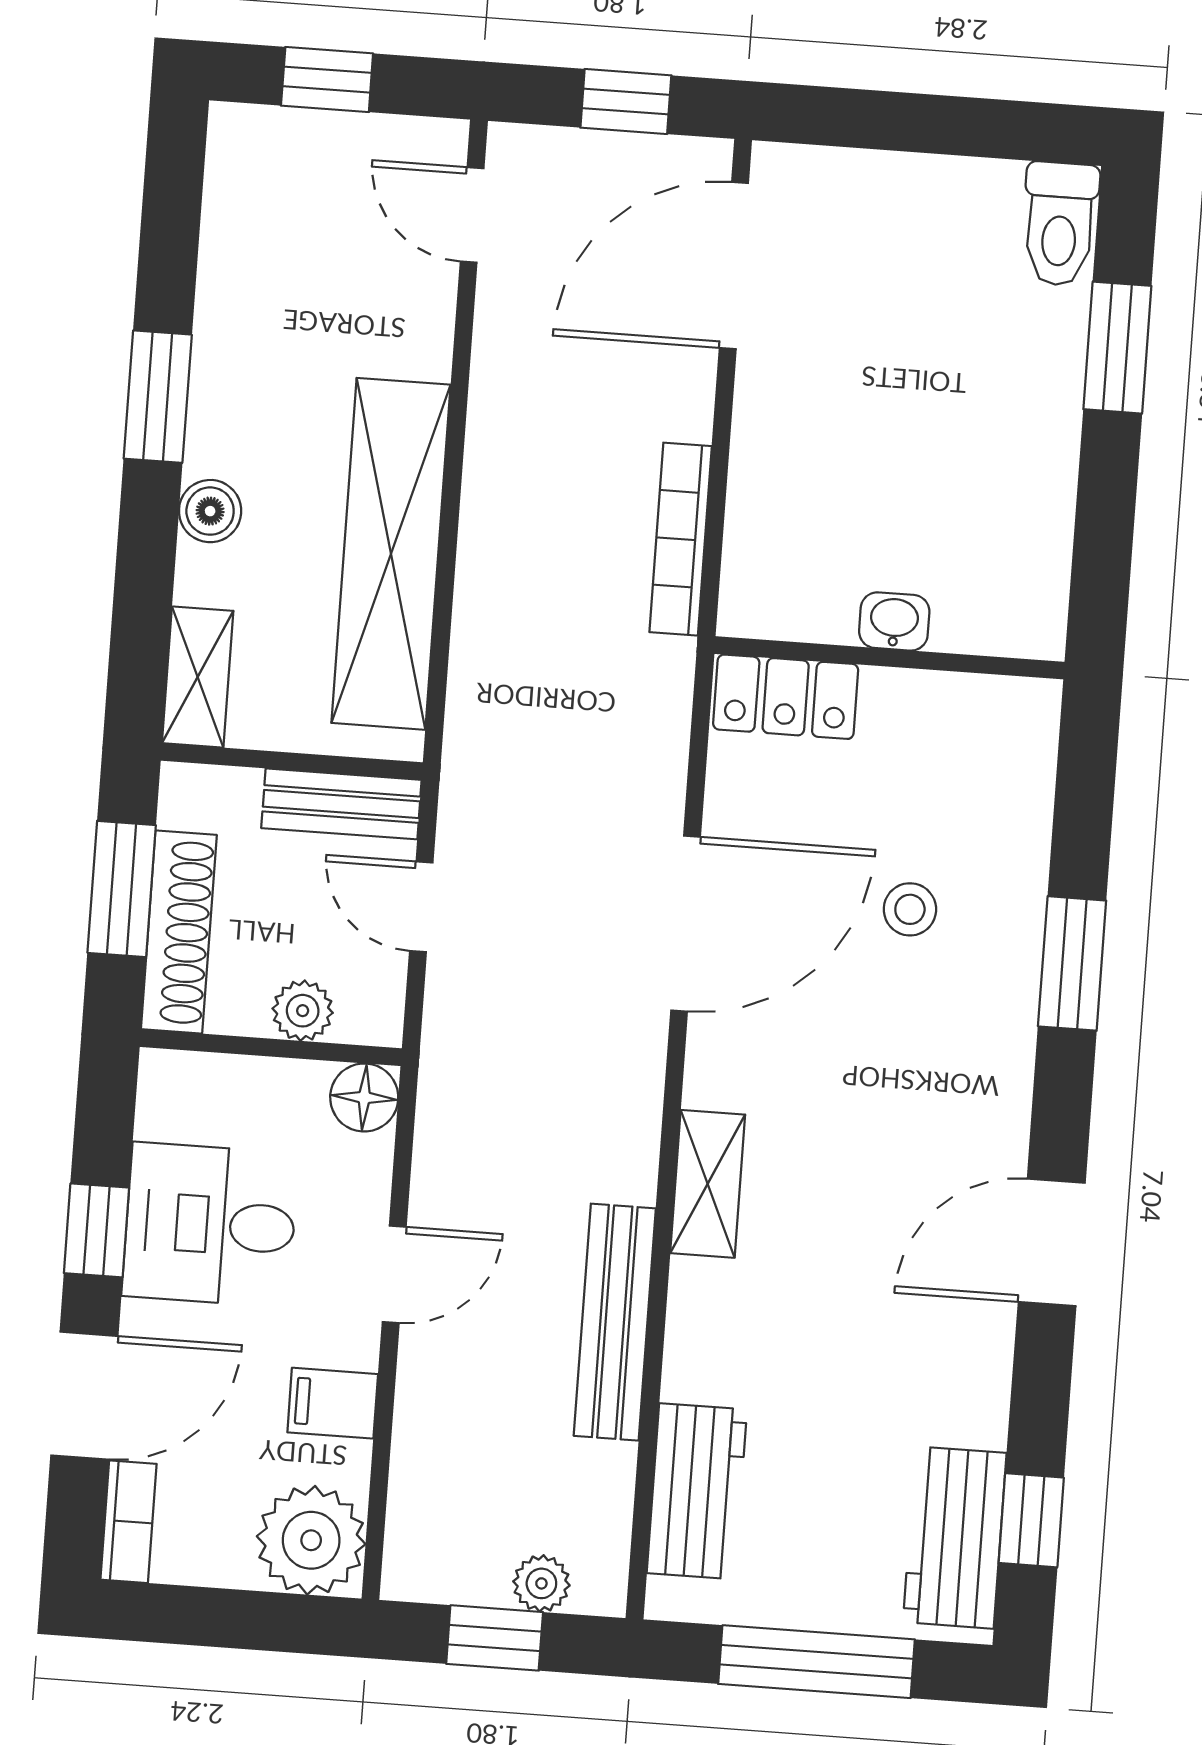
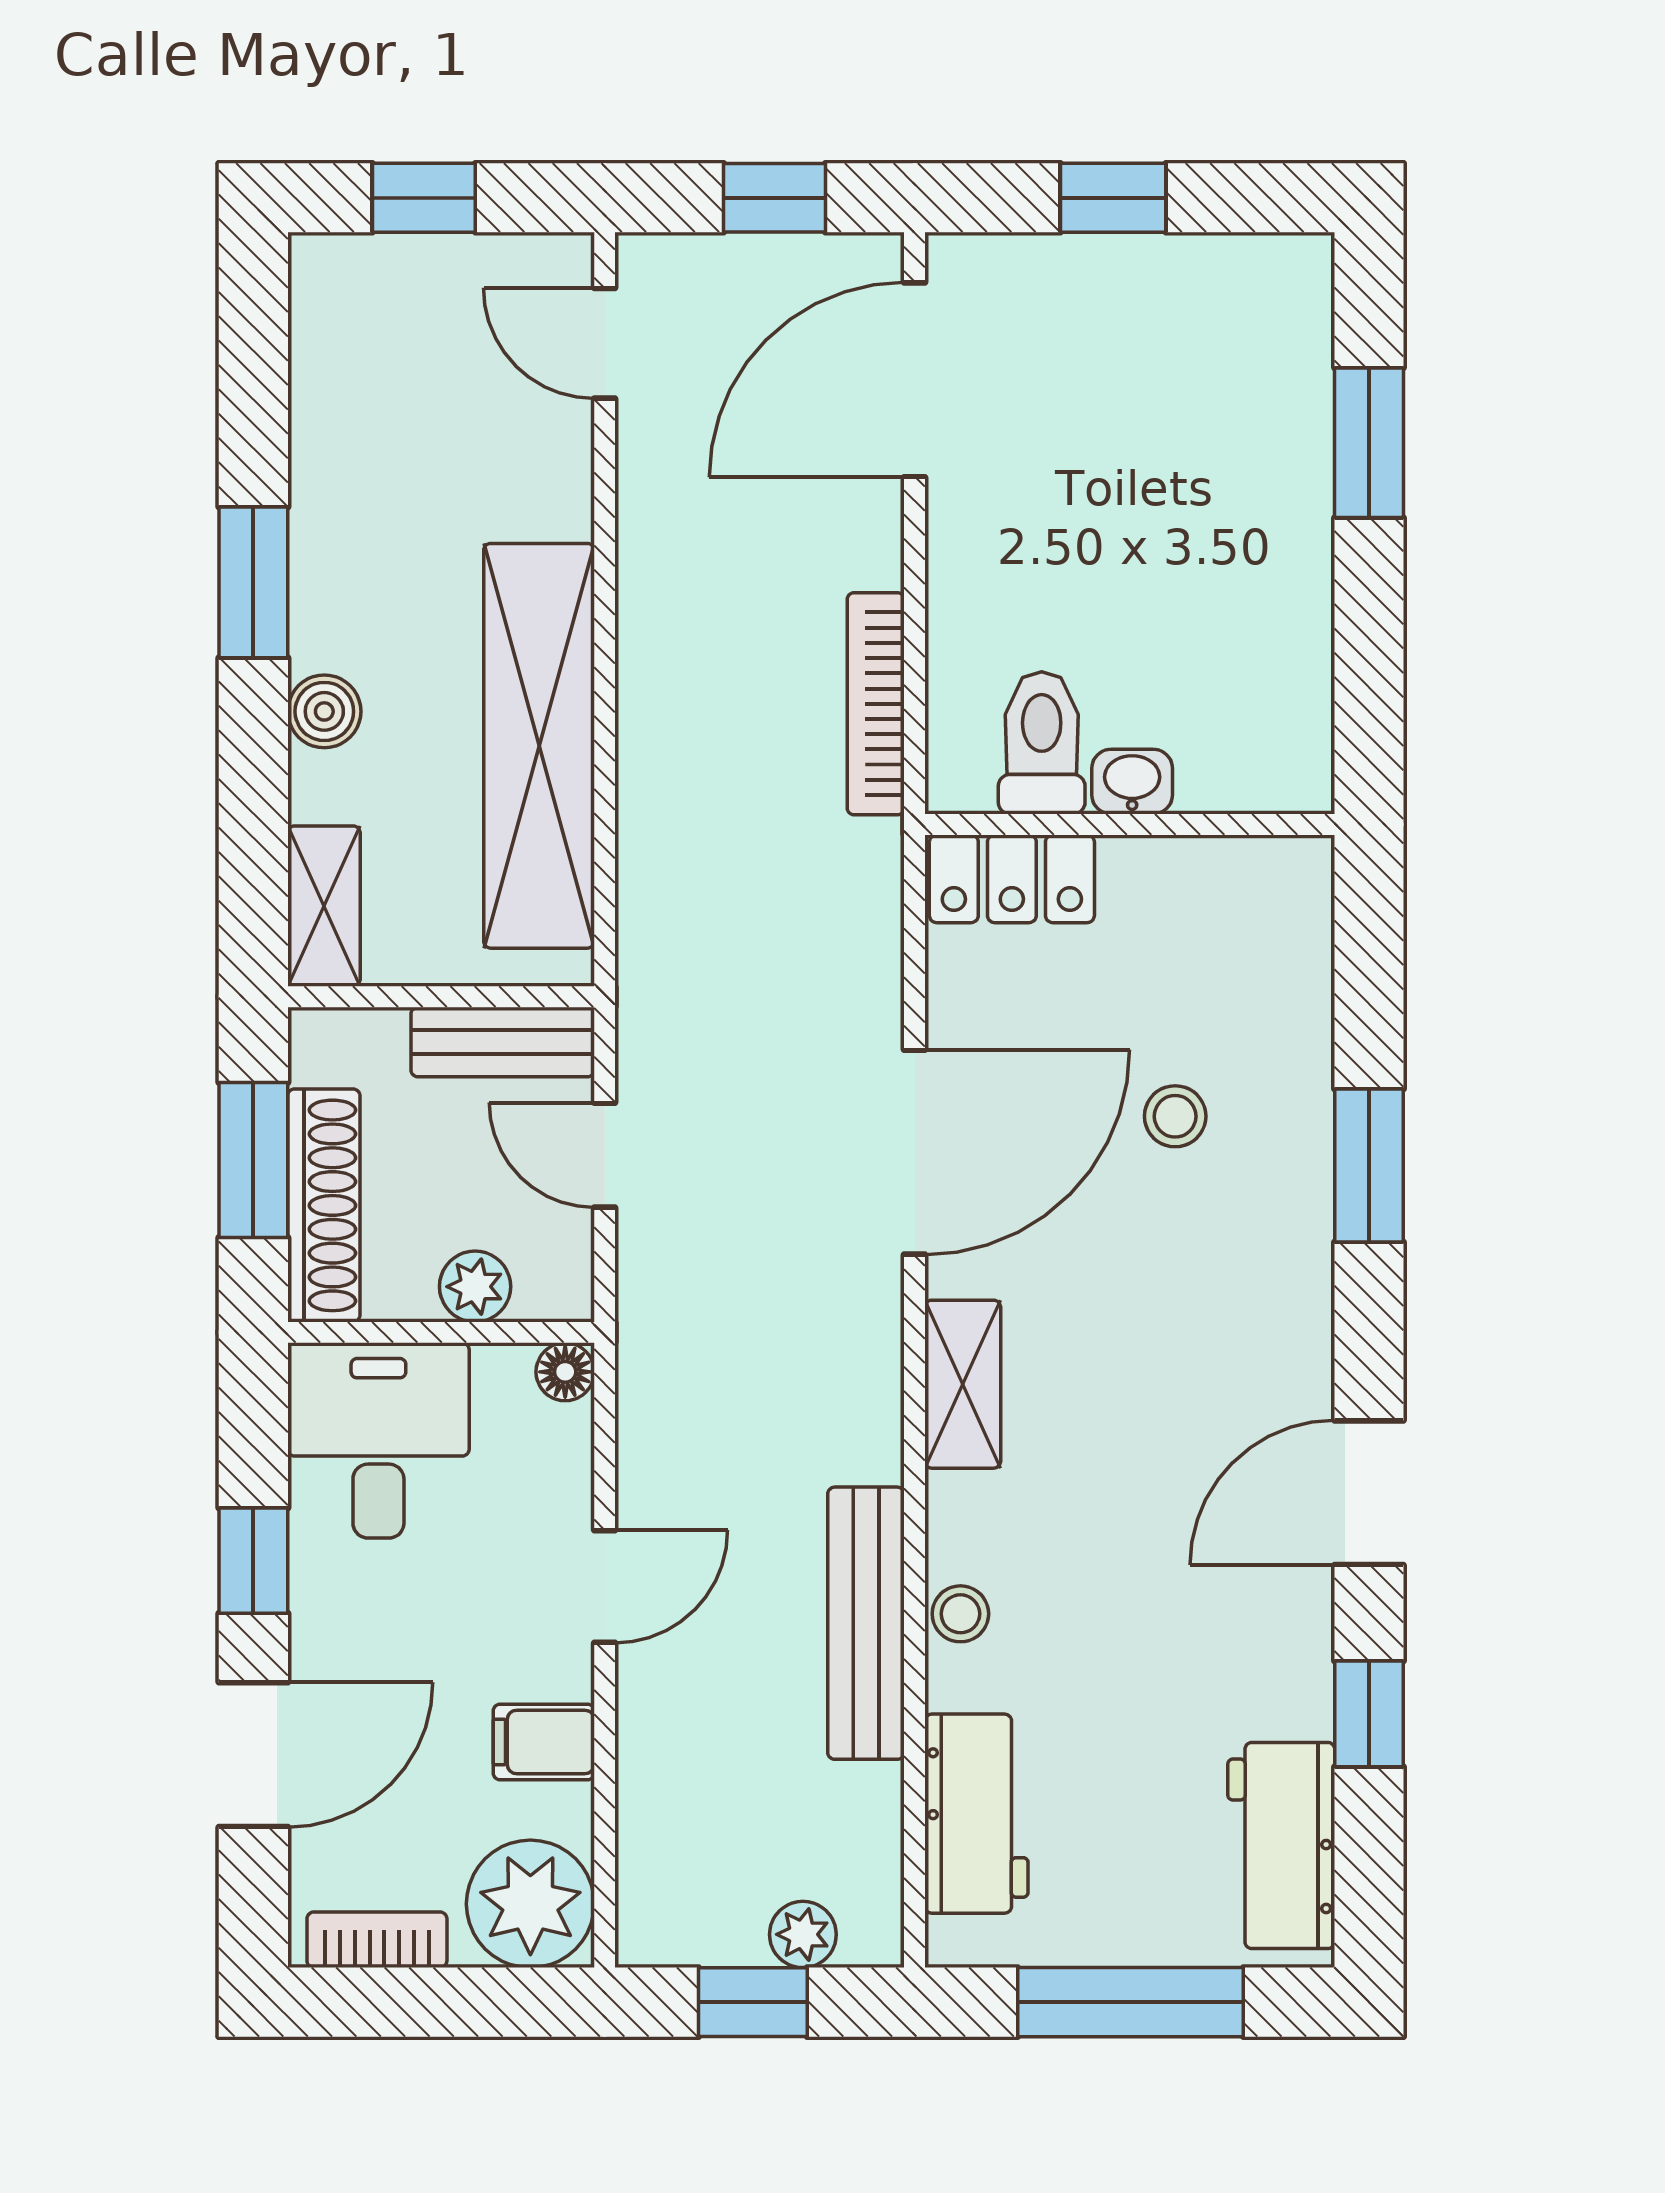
window: (915, 123) -> (1113, 198), added
toilet: (1060, 224) -> (1042, 743), moved, turned 180
floor lamp: (364, 1098) -> (565, 1372), width x0.73, depth x0.73
shelving: (708, 1184) -> (963, 1384), moved
desk: (210, 1225) -> (378, 1440), moved, turned 90
stool: (696, 1320) -> (960, 1614), added
window: (1031, 1520) -> (1369, 1714), moved
bookcase: (129, 1522) -> (377, 1940), moved, turned -90

